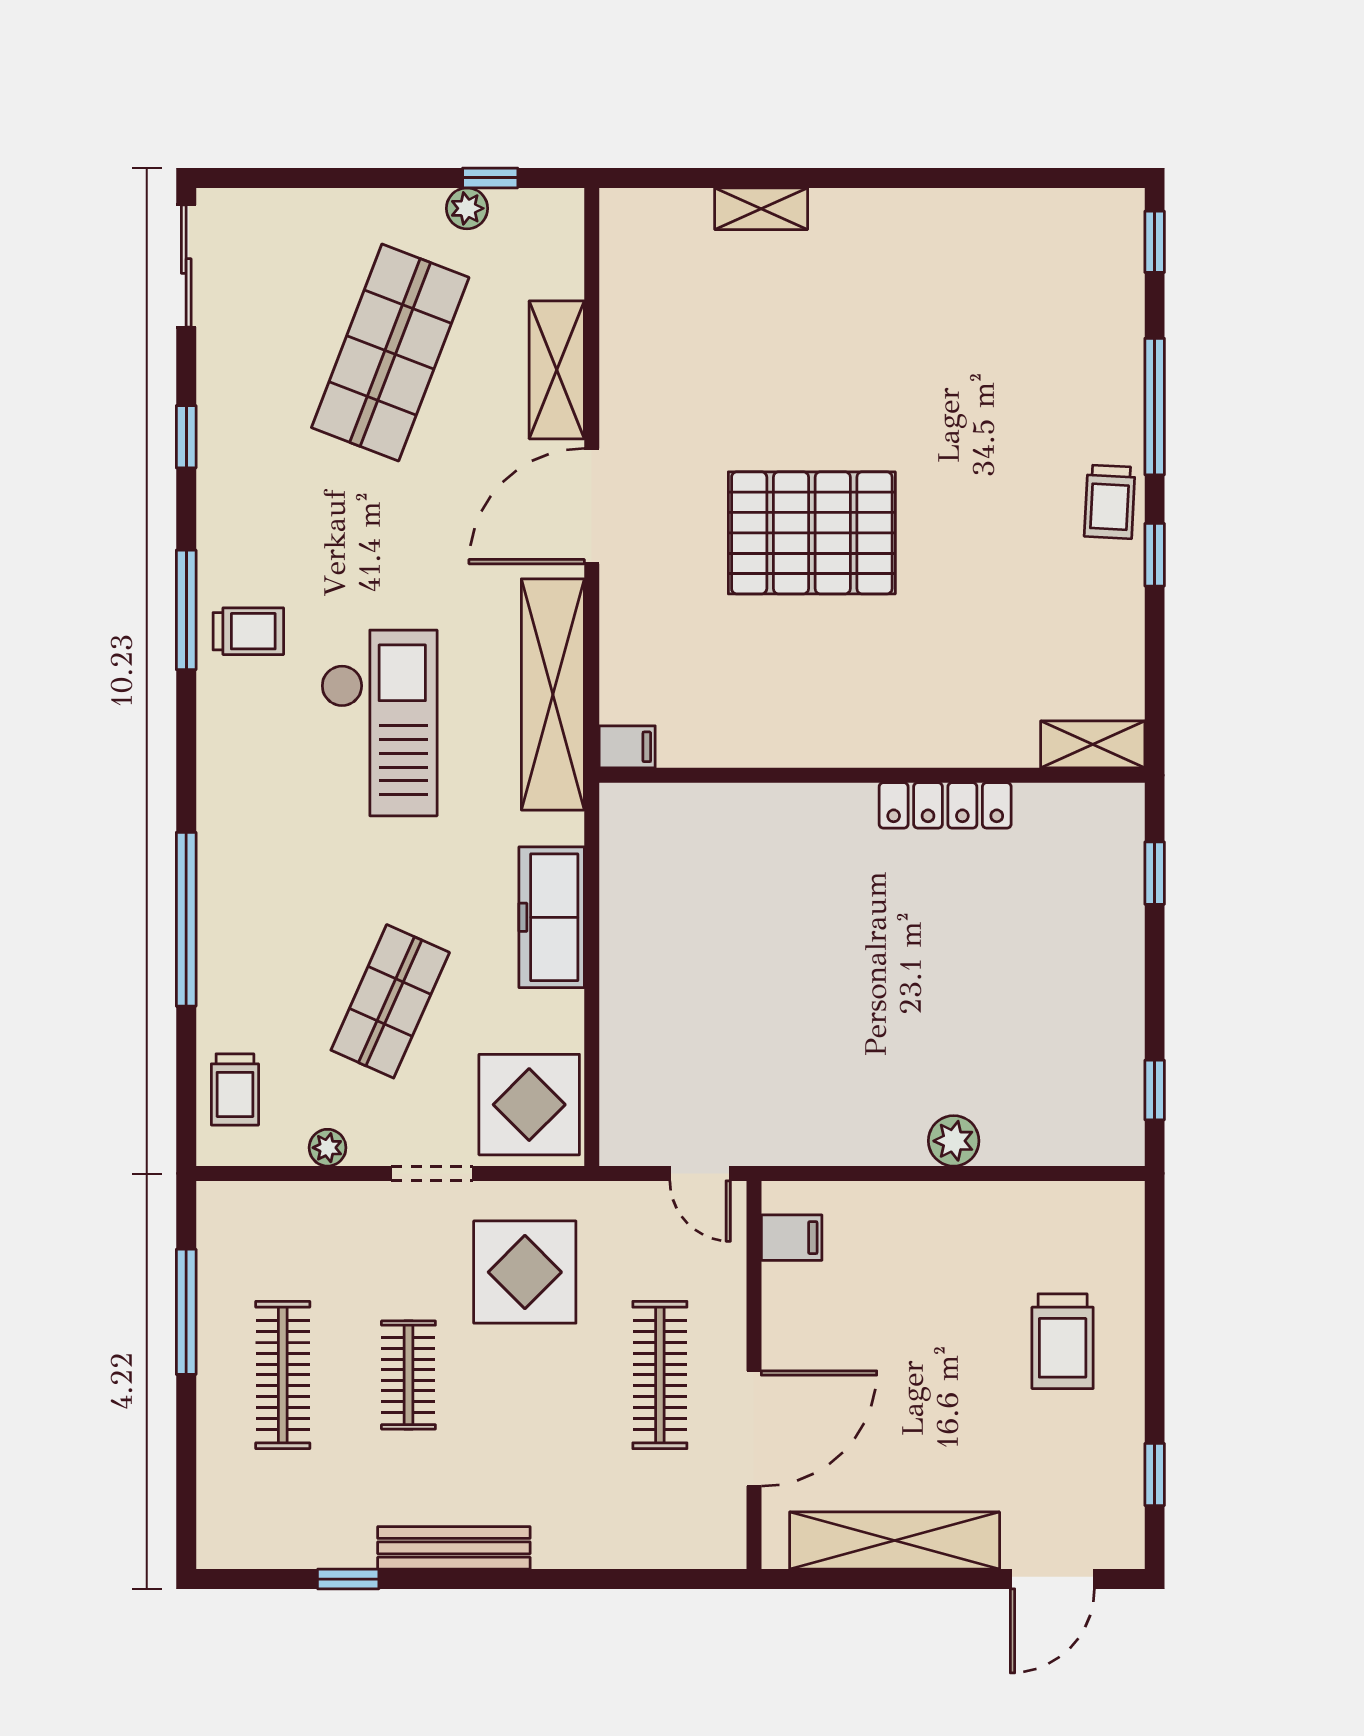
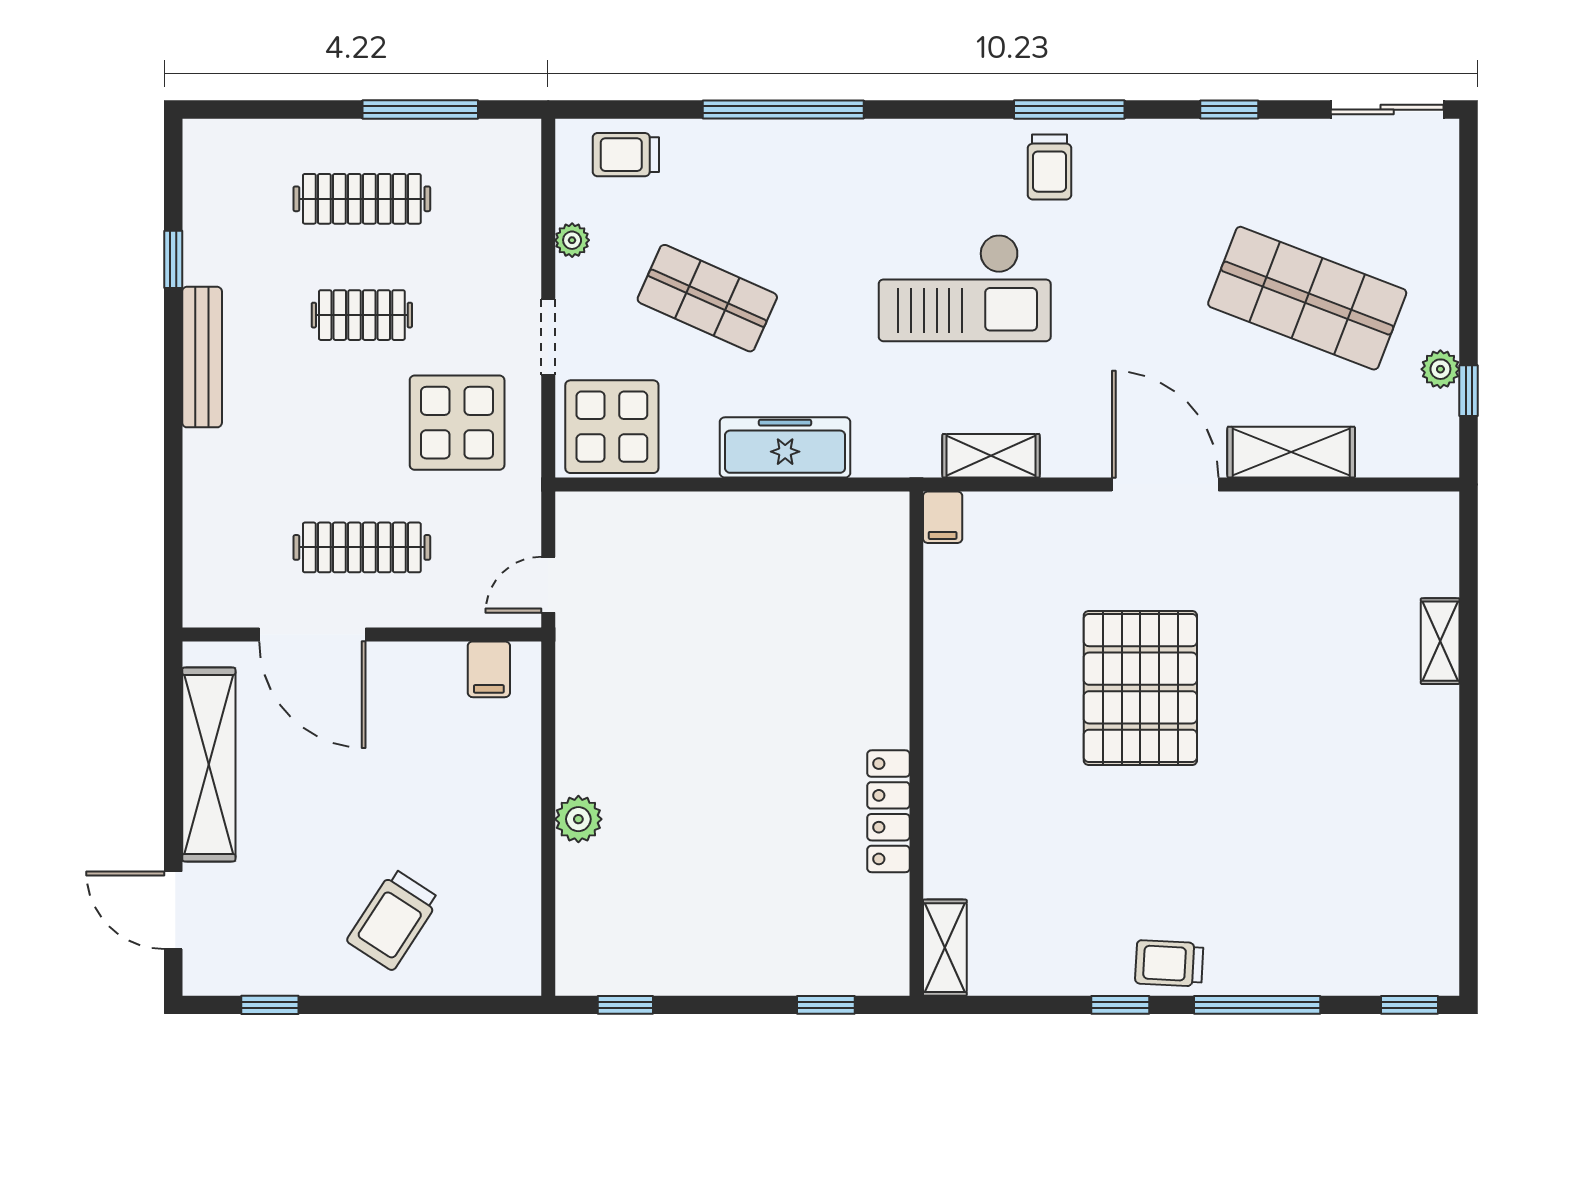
shelving: (553, 694) -> (991, 456), width x0.45, depth x0.75
trolley: (1063, 1341) -> (393, 920), turned -57

